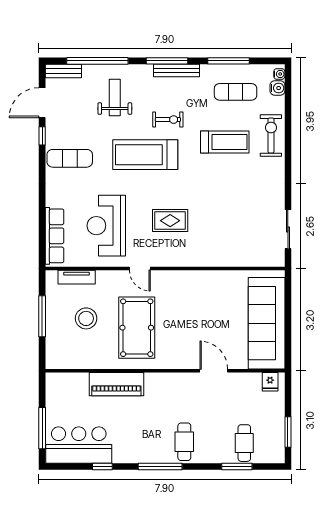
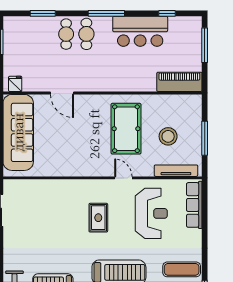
rug: (170, 221) -> (98, 218), turned 90
tv unit: (77, 277) -> (176, 171), width x1.41
piano: (116, 384) -> (179, 82), moved
cafe table: (244, 443) -> (66, 34), moved
bar counter: (79, 445) -> (140, 31), moved
window: (102, 466) -> (167, 13), moved

